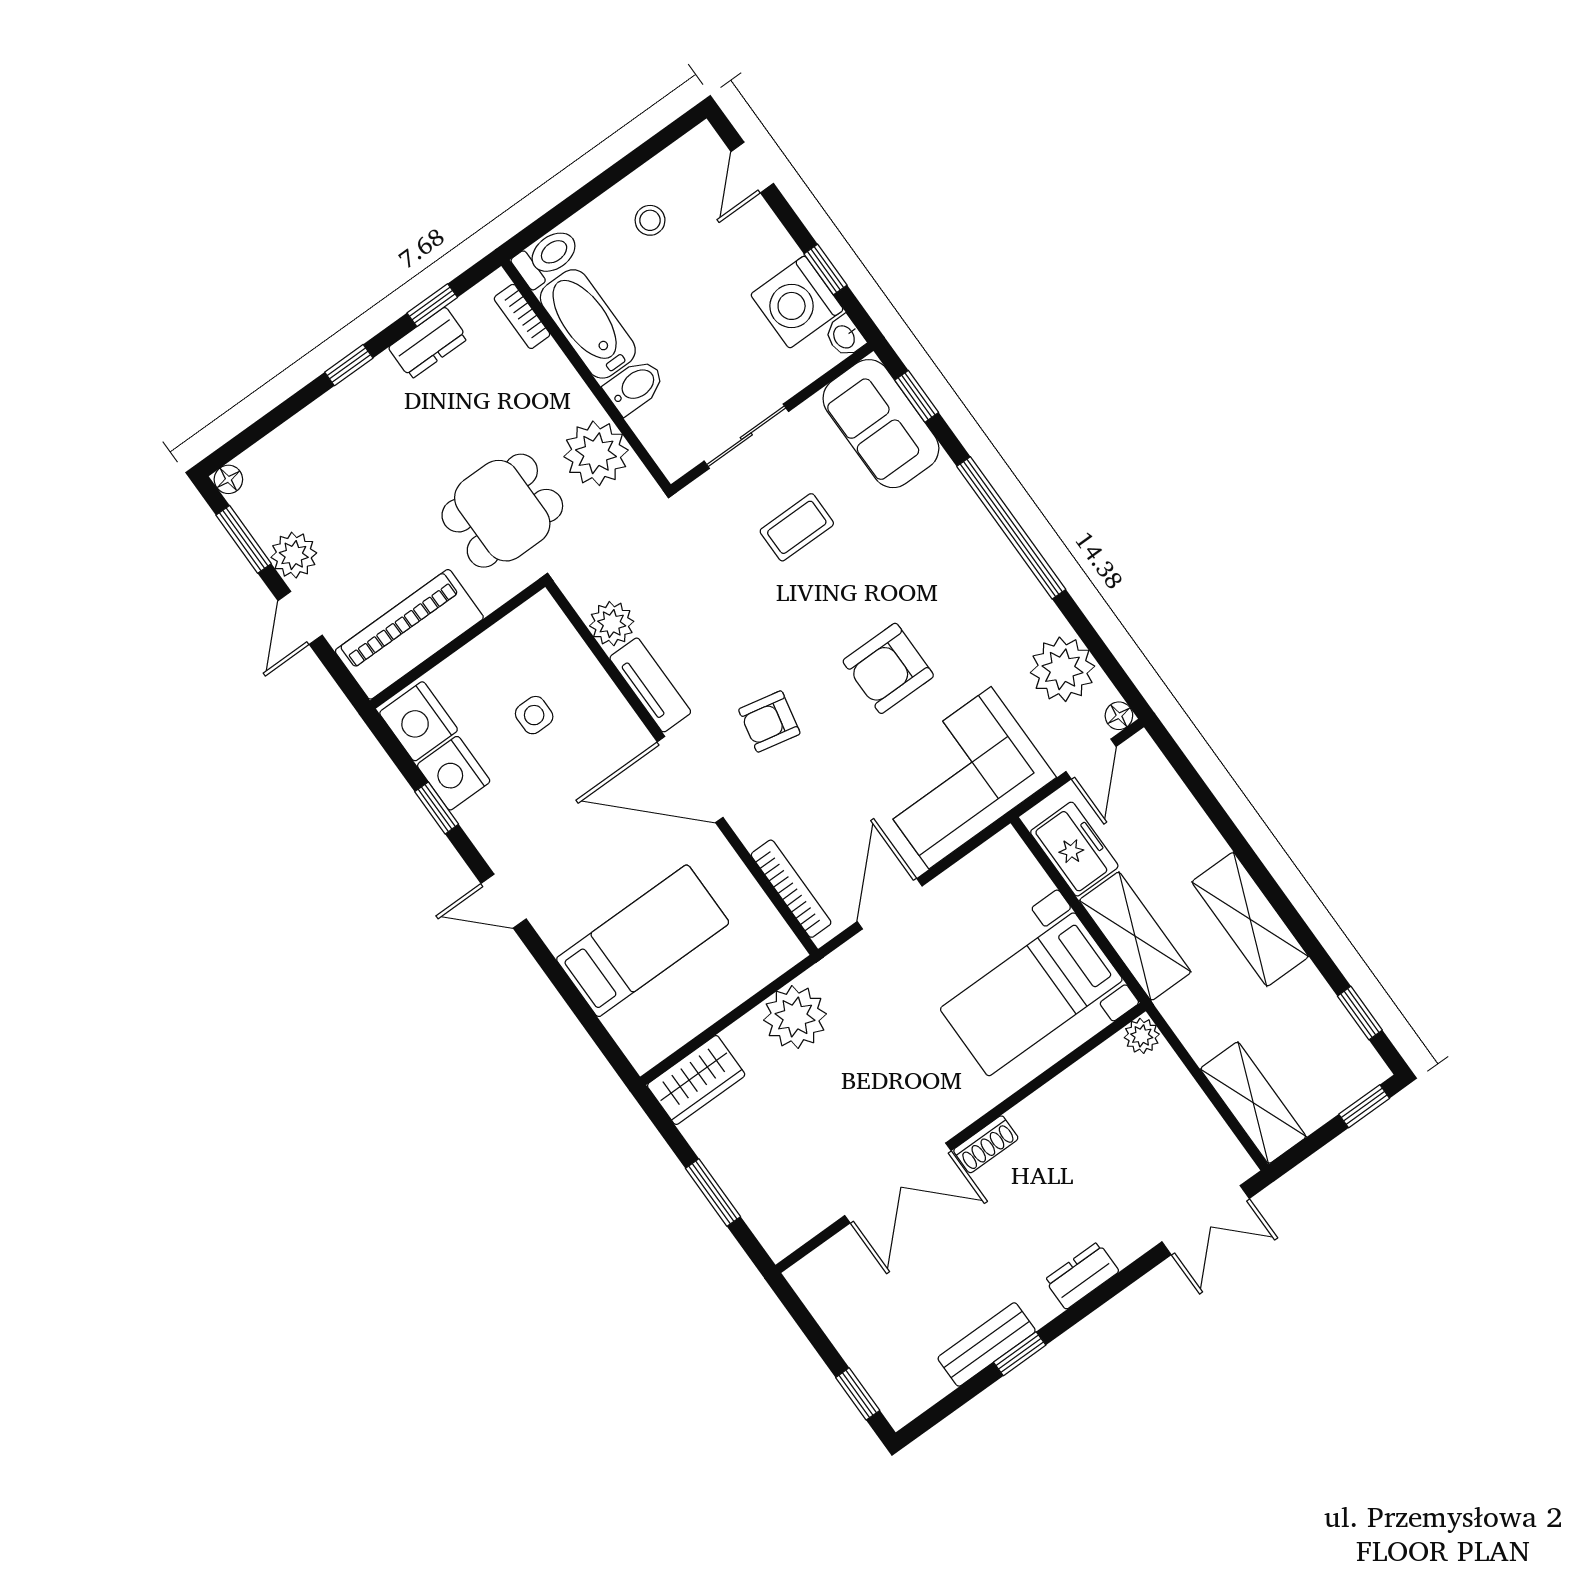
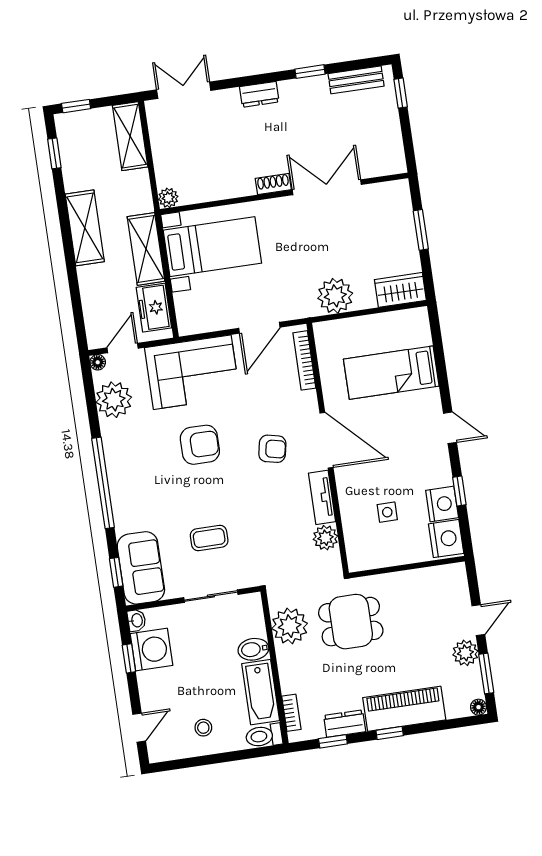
piano: (409, 634) -> (404, 709), moved, turned 180
bench: (987, 1344) -> (356, 80), moved

